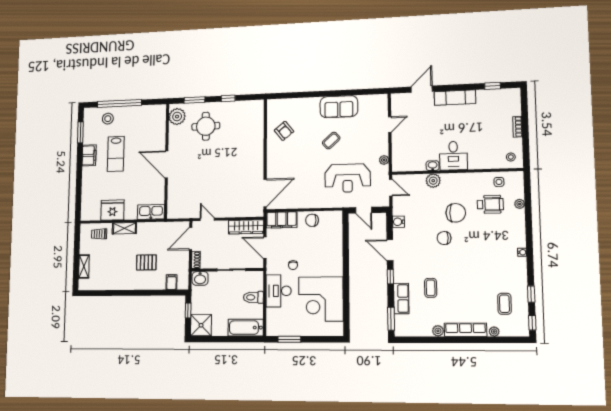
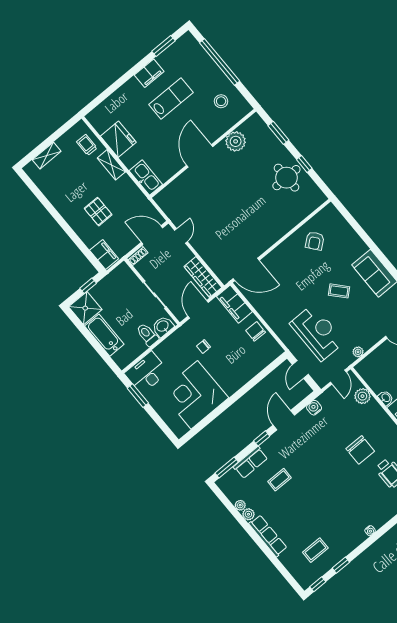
plant: (177, 117) -> (236, 141), moved
stool: (108, 119) -> (221, 101), moved
round table: (206, 126) -> (286, 178), moved
lab bench: (116, 154) -> (171, 98), turned 180
reception desk: (348, 178) -> (317, 333), turned 180
plant: (433, 181) -> (362, 396), moved
chair: (444, 238) -> (331, 457), removed
washbasin: (200, 278) -> (163, 326), moved, turned 90
filing cabinet: (171, 282) -> (104, 255), width x2.00
desk: (279, 291) -> (147, 373), moved
bathtub: (246, 328) -> (104, 335), moved
plant: (494, 332) -> (240, 505), moved

